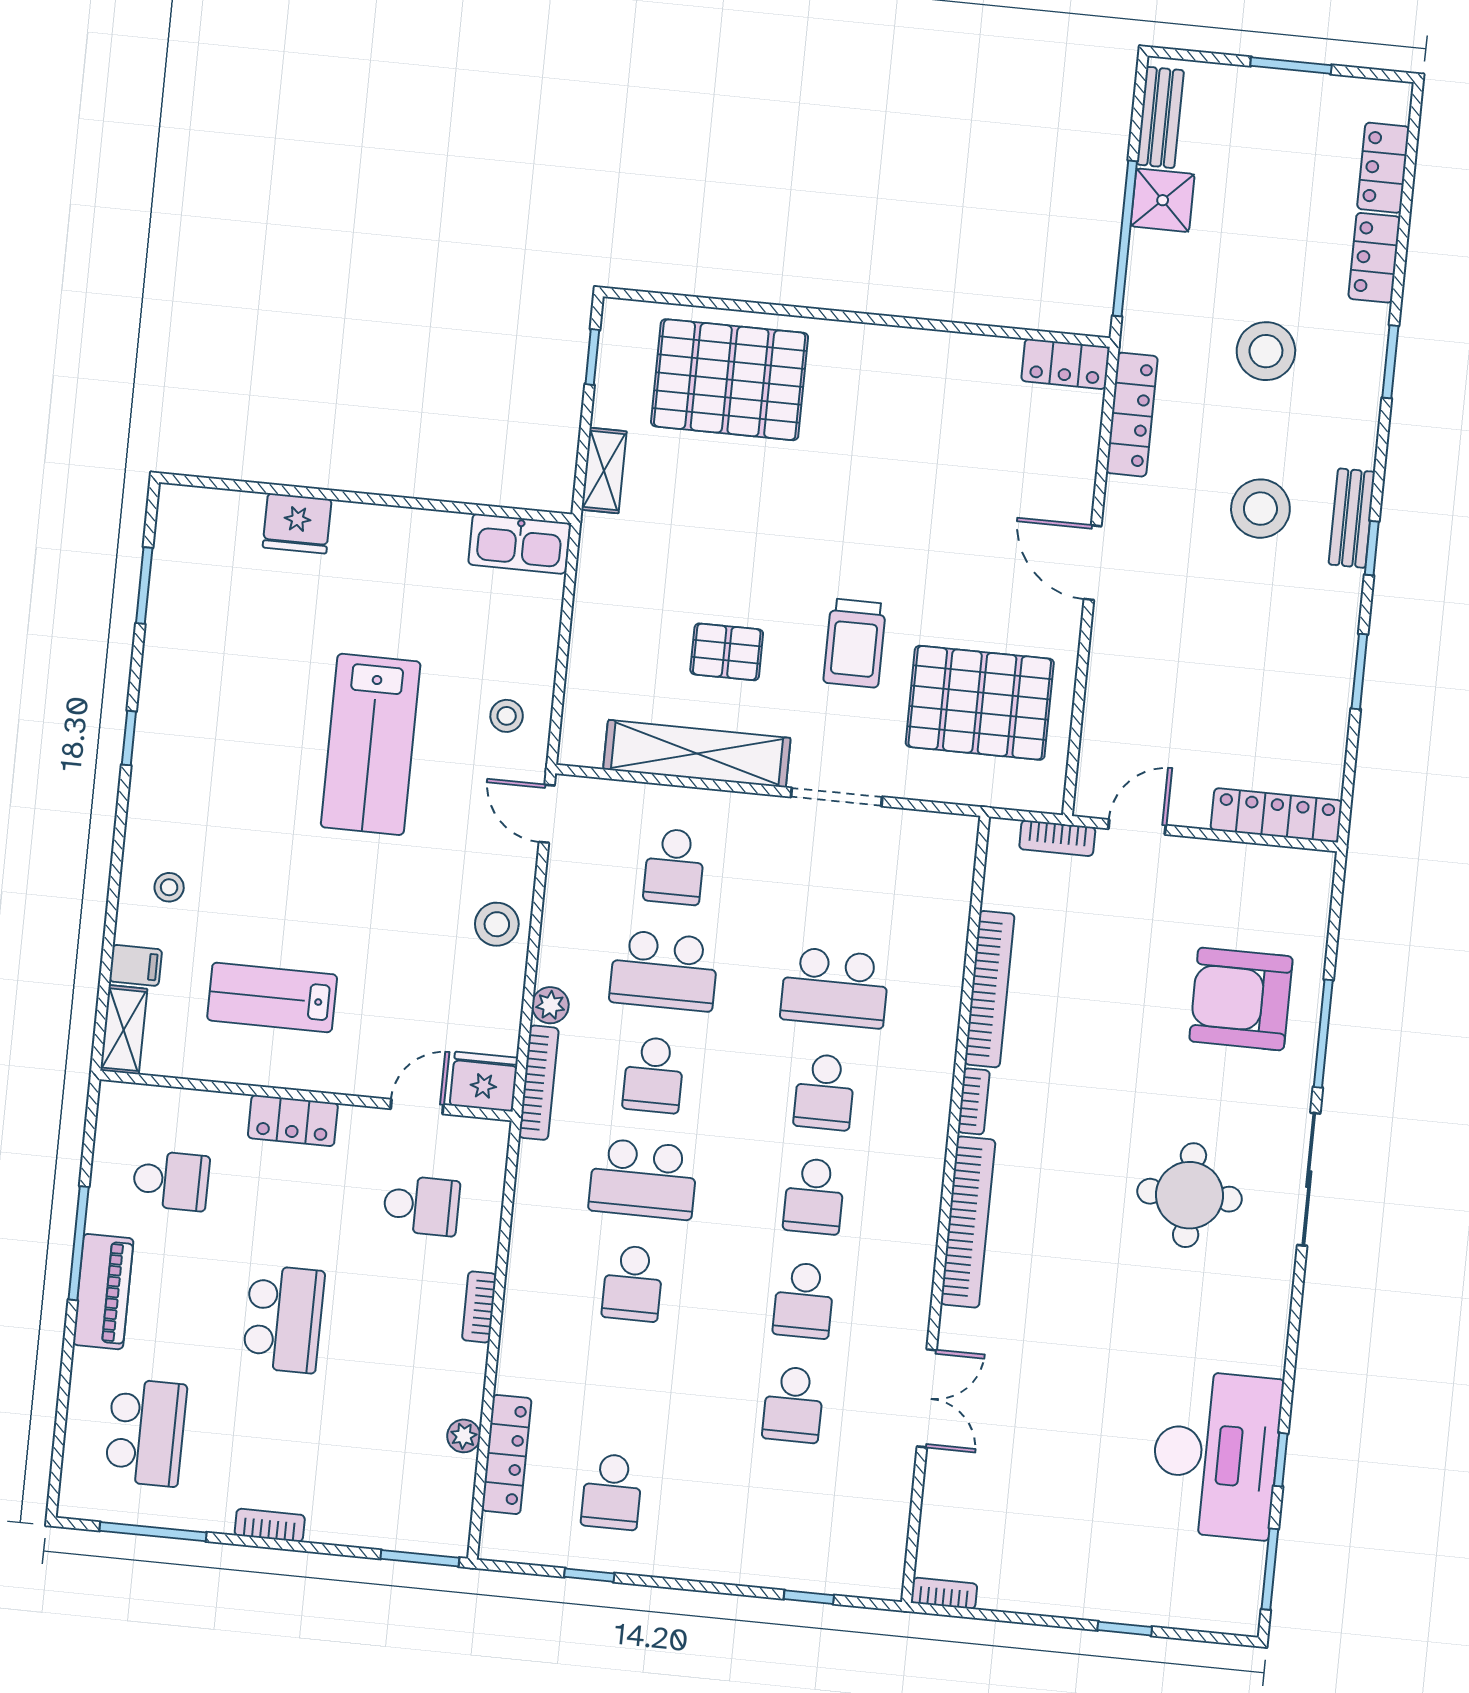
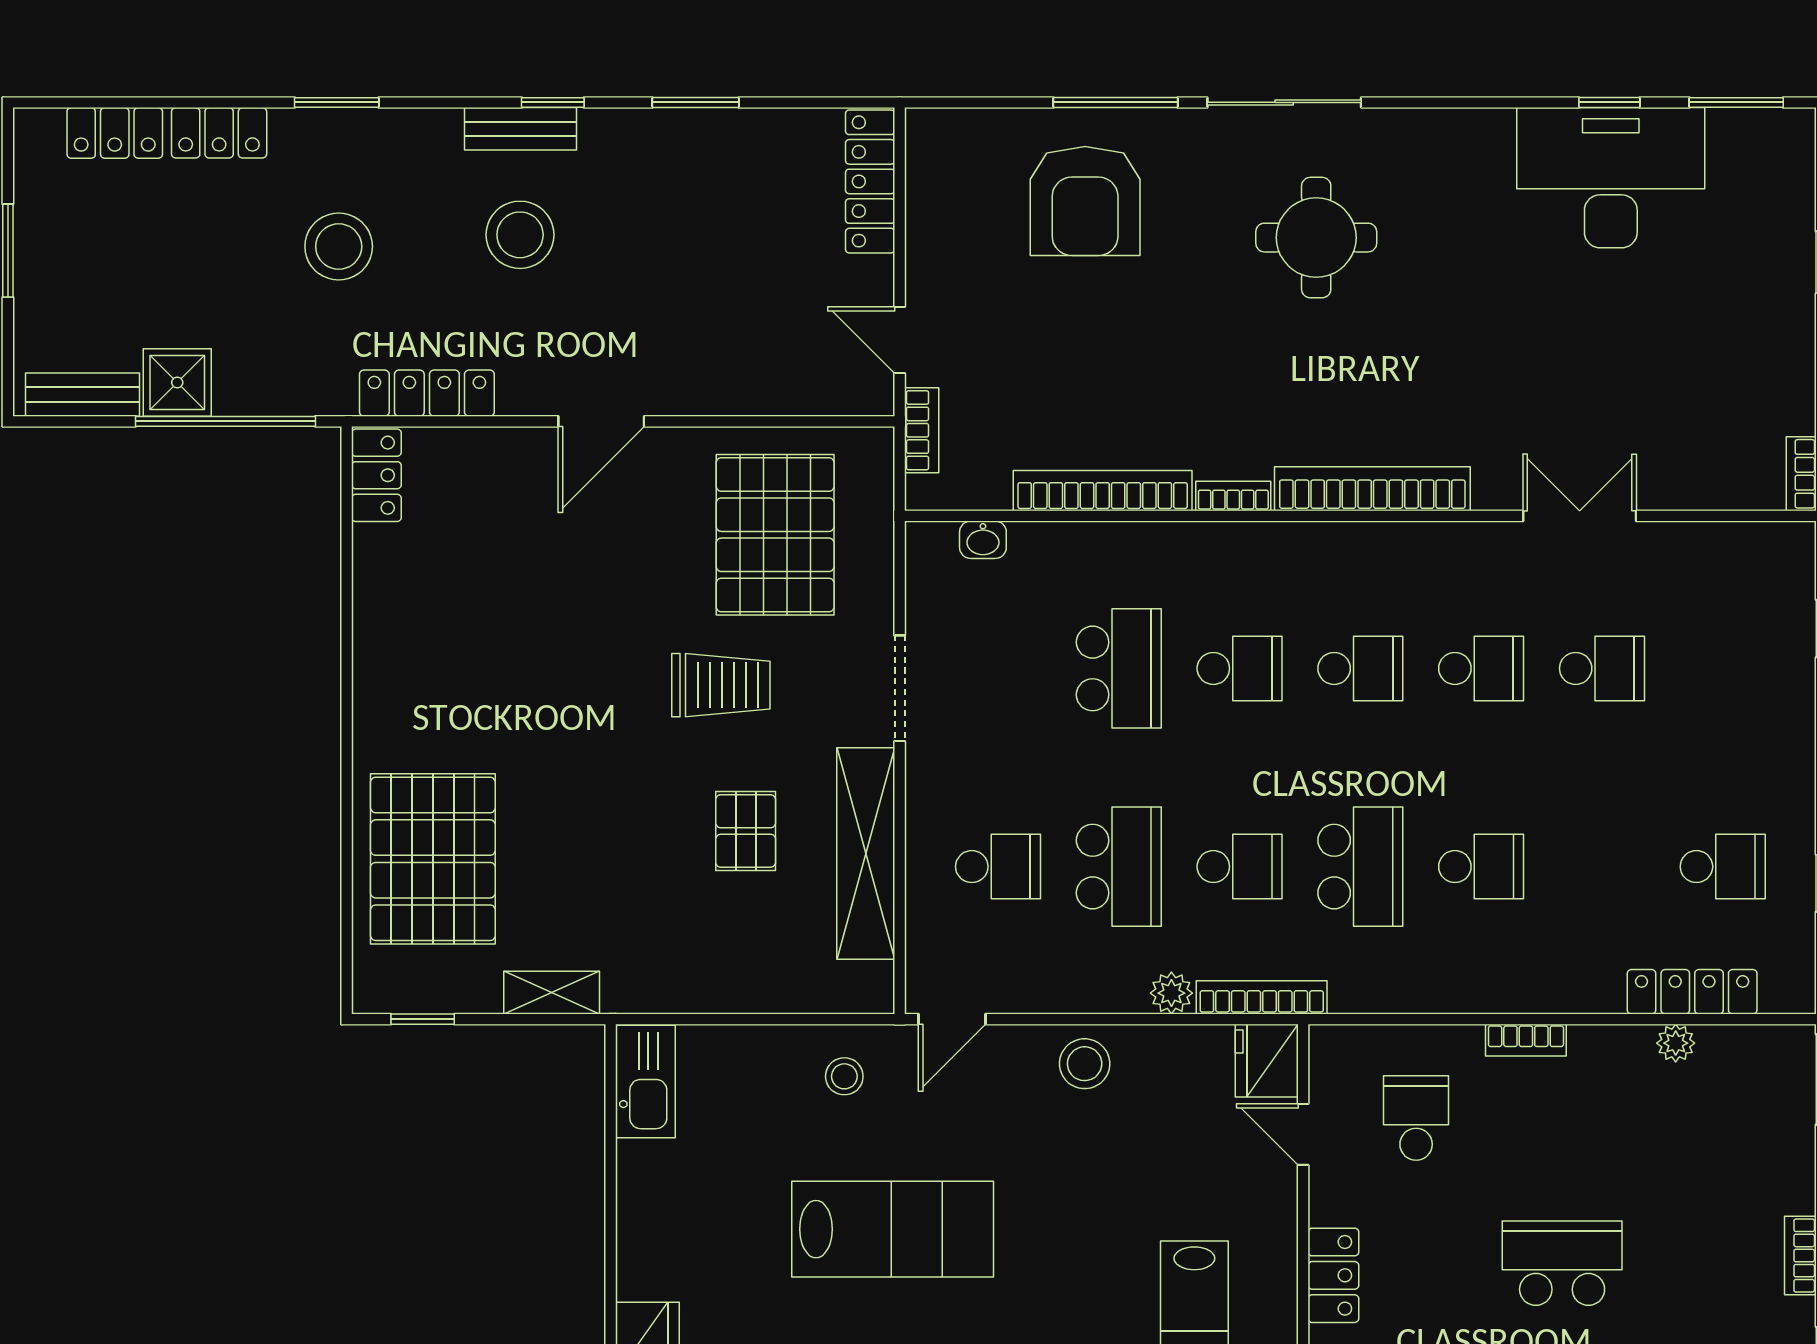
washbasin: (958, 882) -> (983, 540), added

